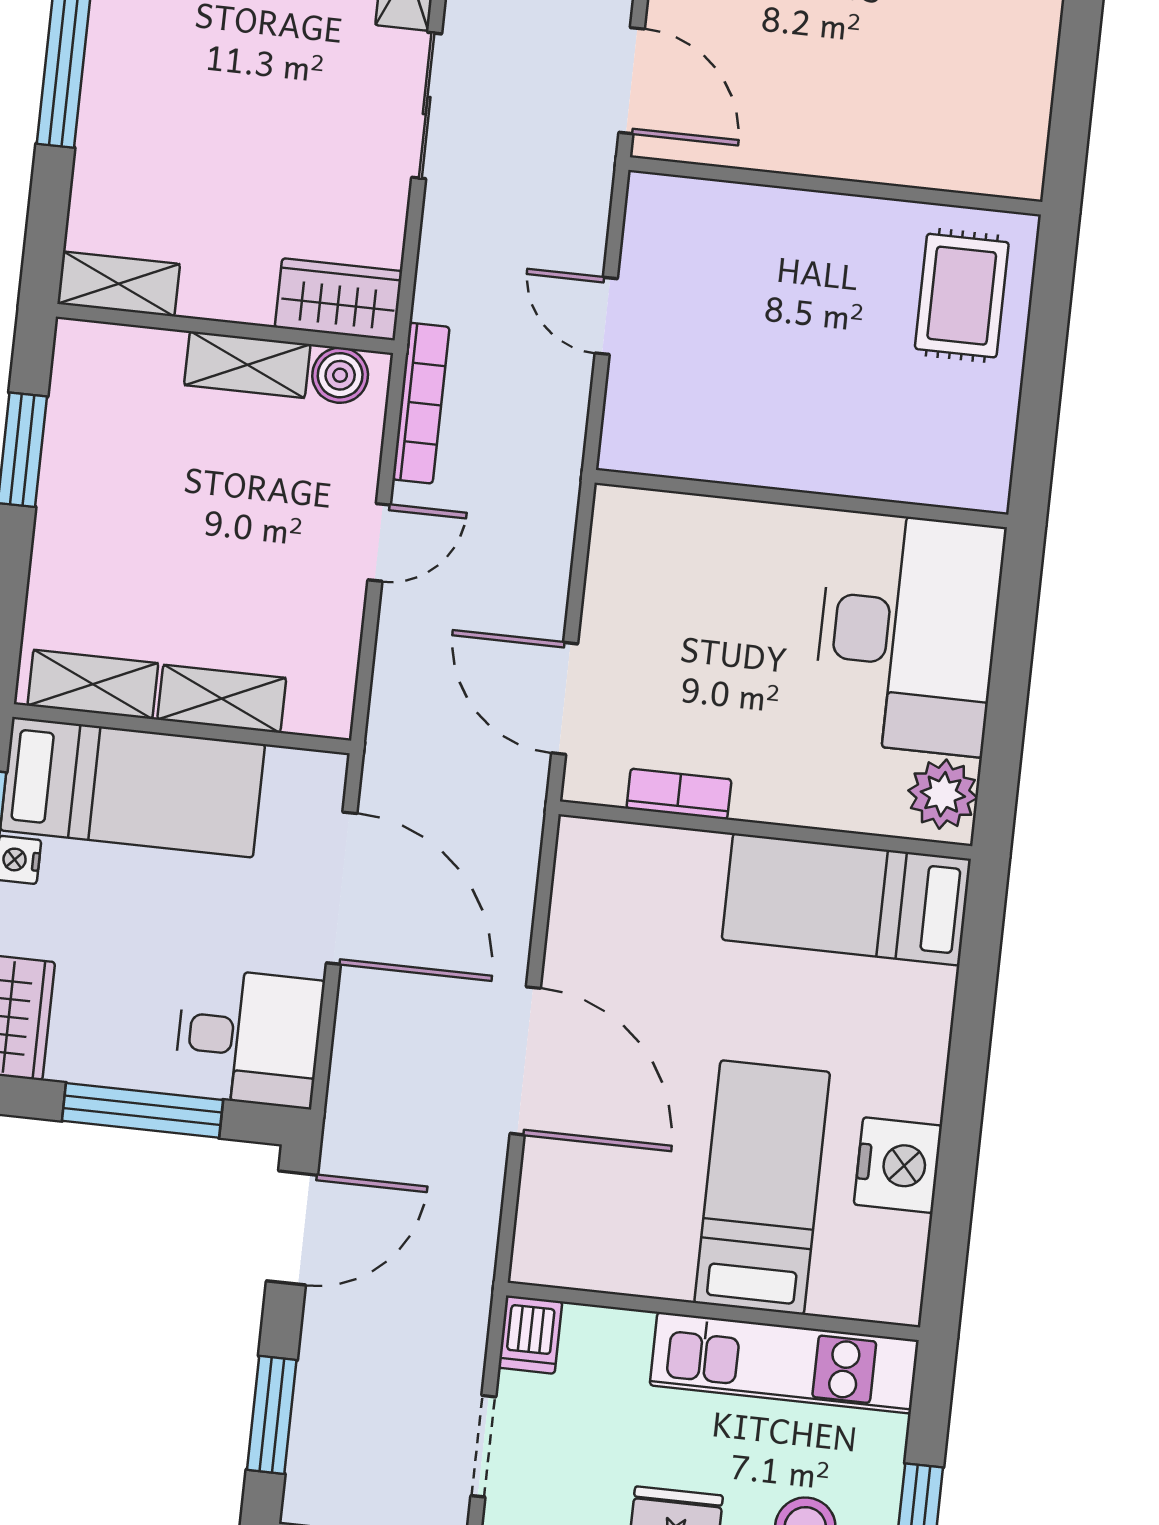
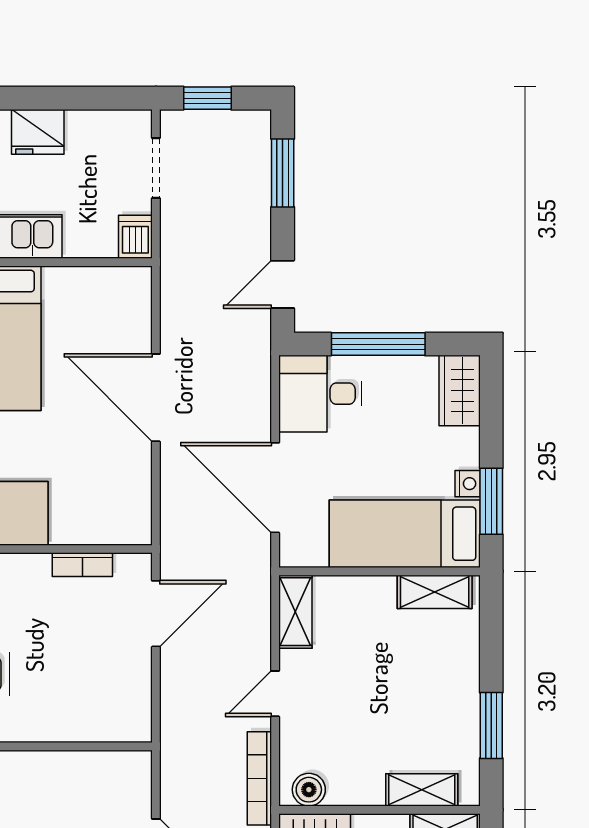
shelving: (247, 365) -> (422, 790), moved
door: (565, 698) -> (156, 614), hinge flipped
shelving: (222, 699) -> (295, 612), moved, turned 90
door: (292, 1228) -> (283, 284), width x0.73

